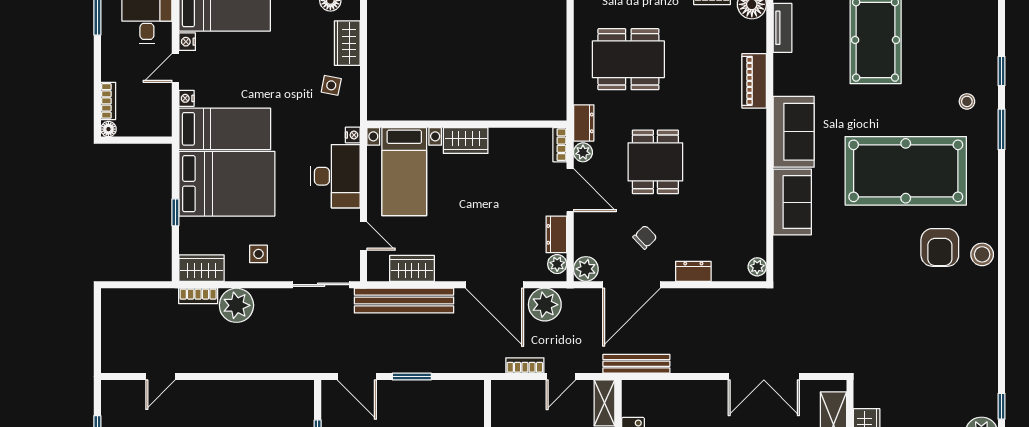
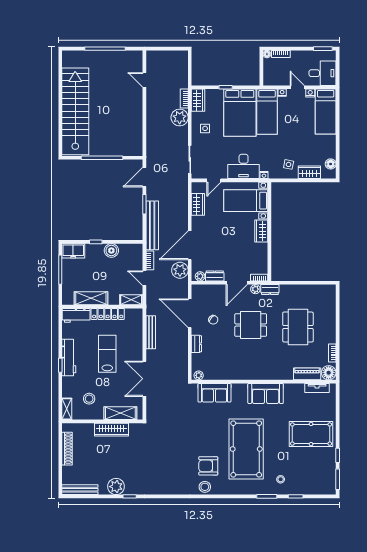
dining table: (628, 59) -> (298, 327), moved
piano: (754, 81) -> (307, 374), moved
sofa: (792, 202) -> (214, 393), moved
plant: (586, 269) -> (198, 291), removed
bench: (404, 301) -> (152, 225), moved
bench: (636, 364) -> (151, 332), moved

